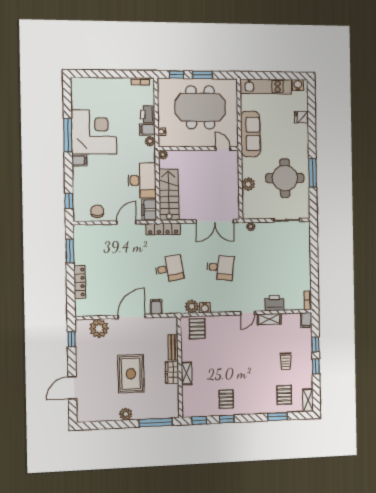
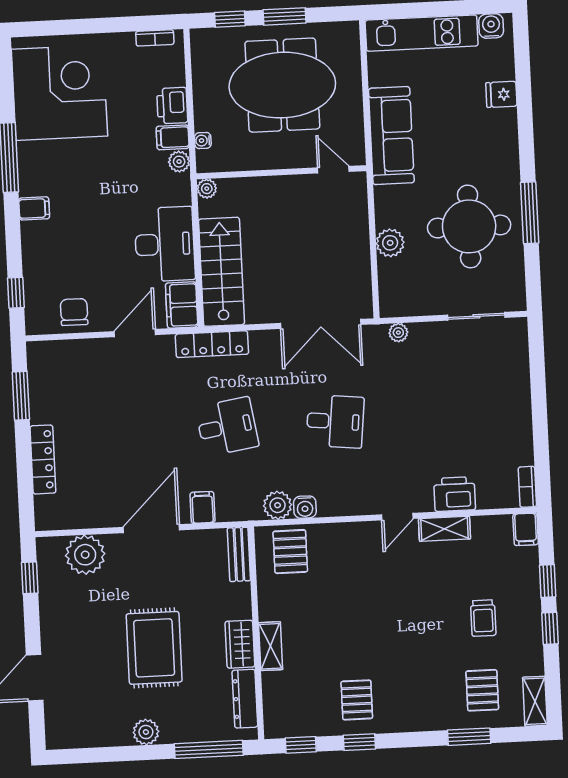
corner desk: (94, 132) -> (59, 93), moved
bench: (173, 347) -> (239, 554), moved
dresser: (174, 398) -> (245, 699), added

